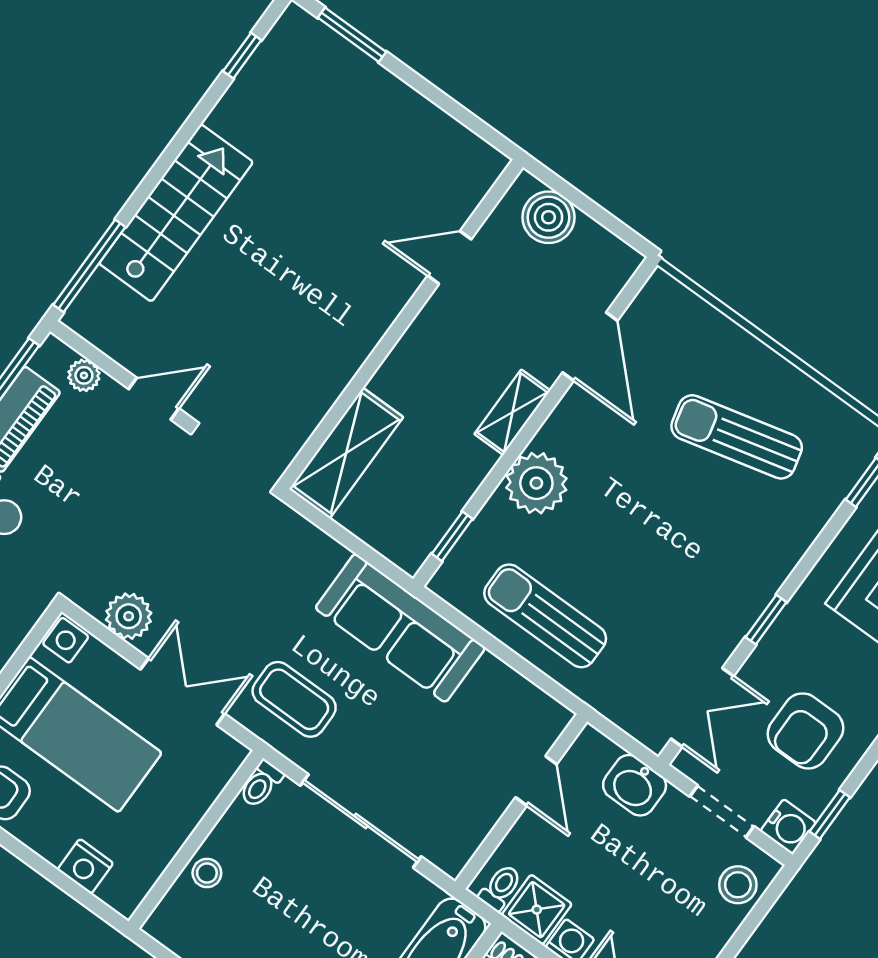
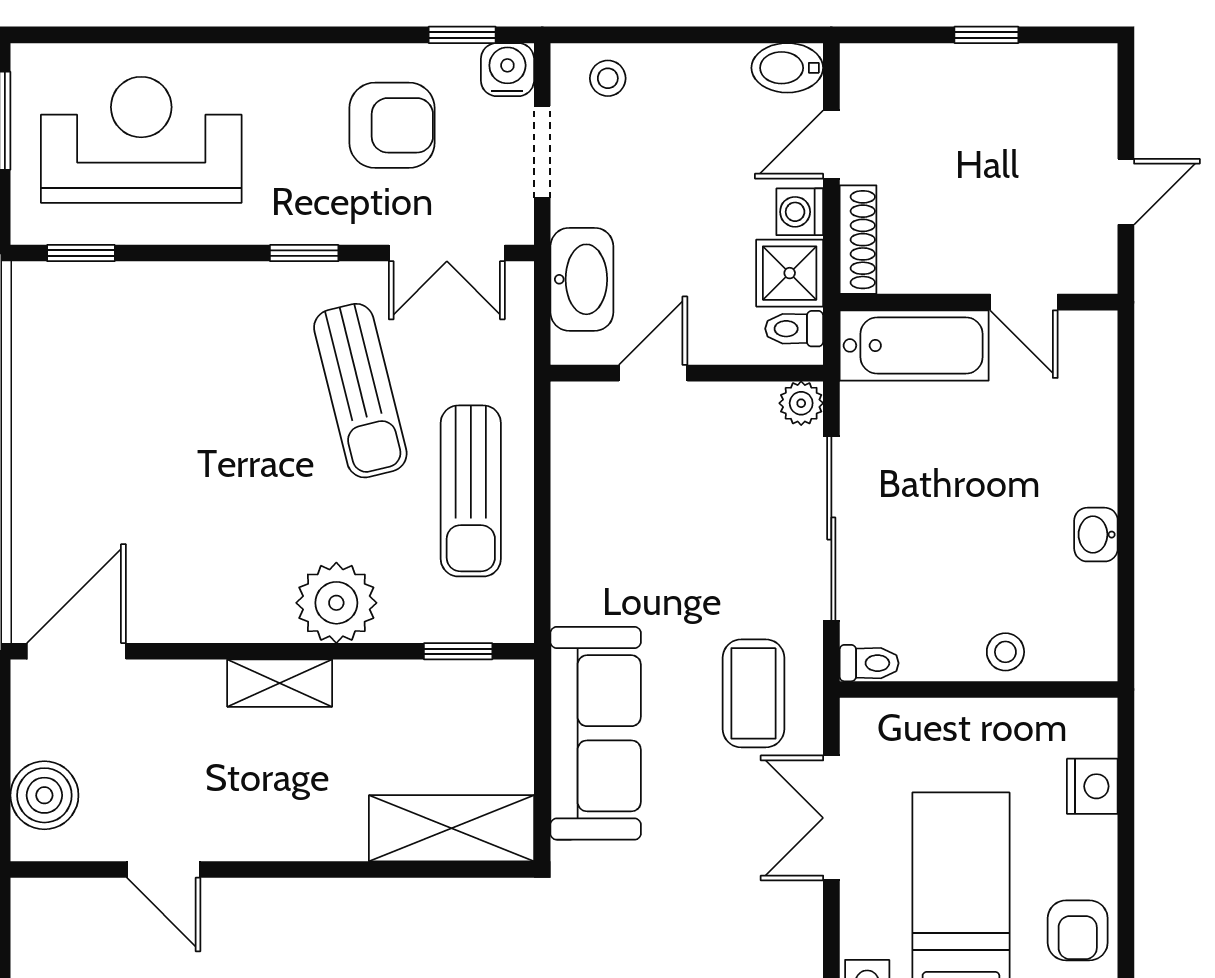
door: (590, 347) -> (76, 651), moved
sun lounger: (737, 437) -> (360, 391), moved
plant: (129, 616) -> (801, 403), moved, width x0.73, depth x0.73
sofa: (400, 628) -> (596, 733), moved
double door: (702, 707) -> (447, 253), swing flipped
washbasin: (635, 785) -> (582, 279), width x1.38
stool: (738, 885) -> (608, 78), width x0.73, depth x0.73

